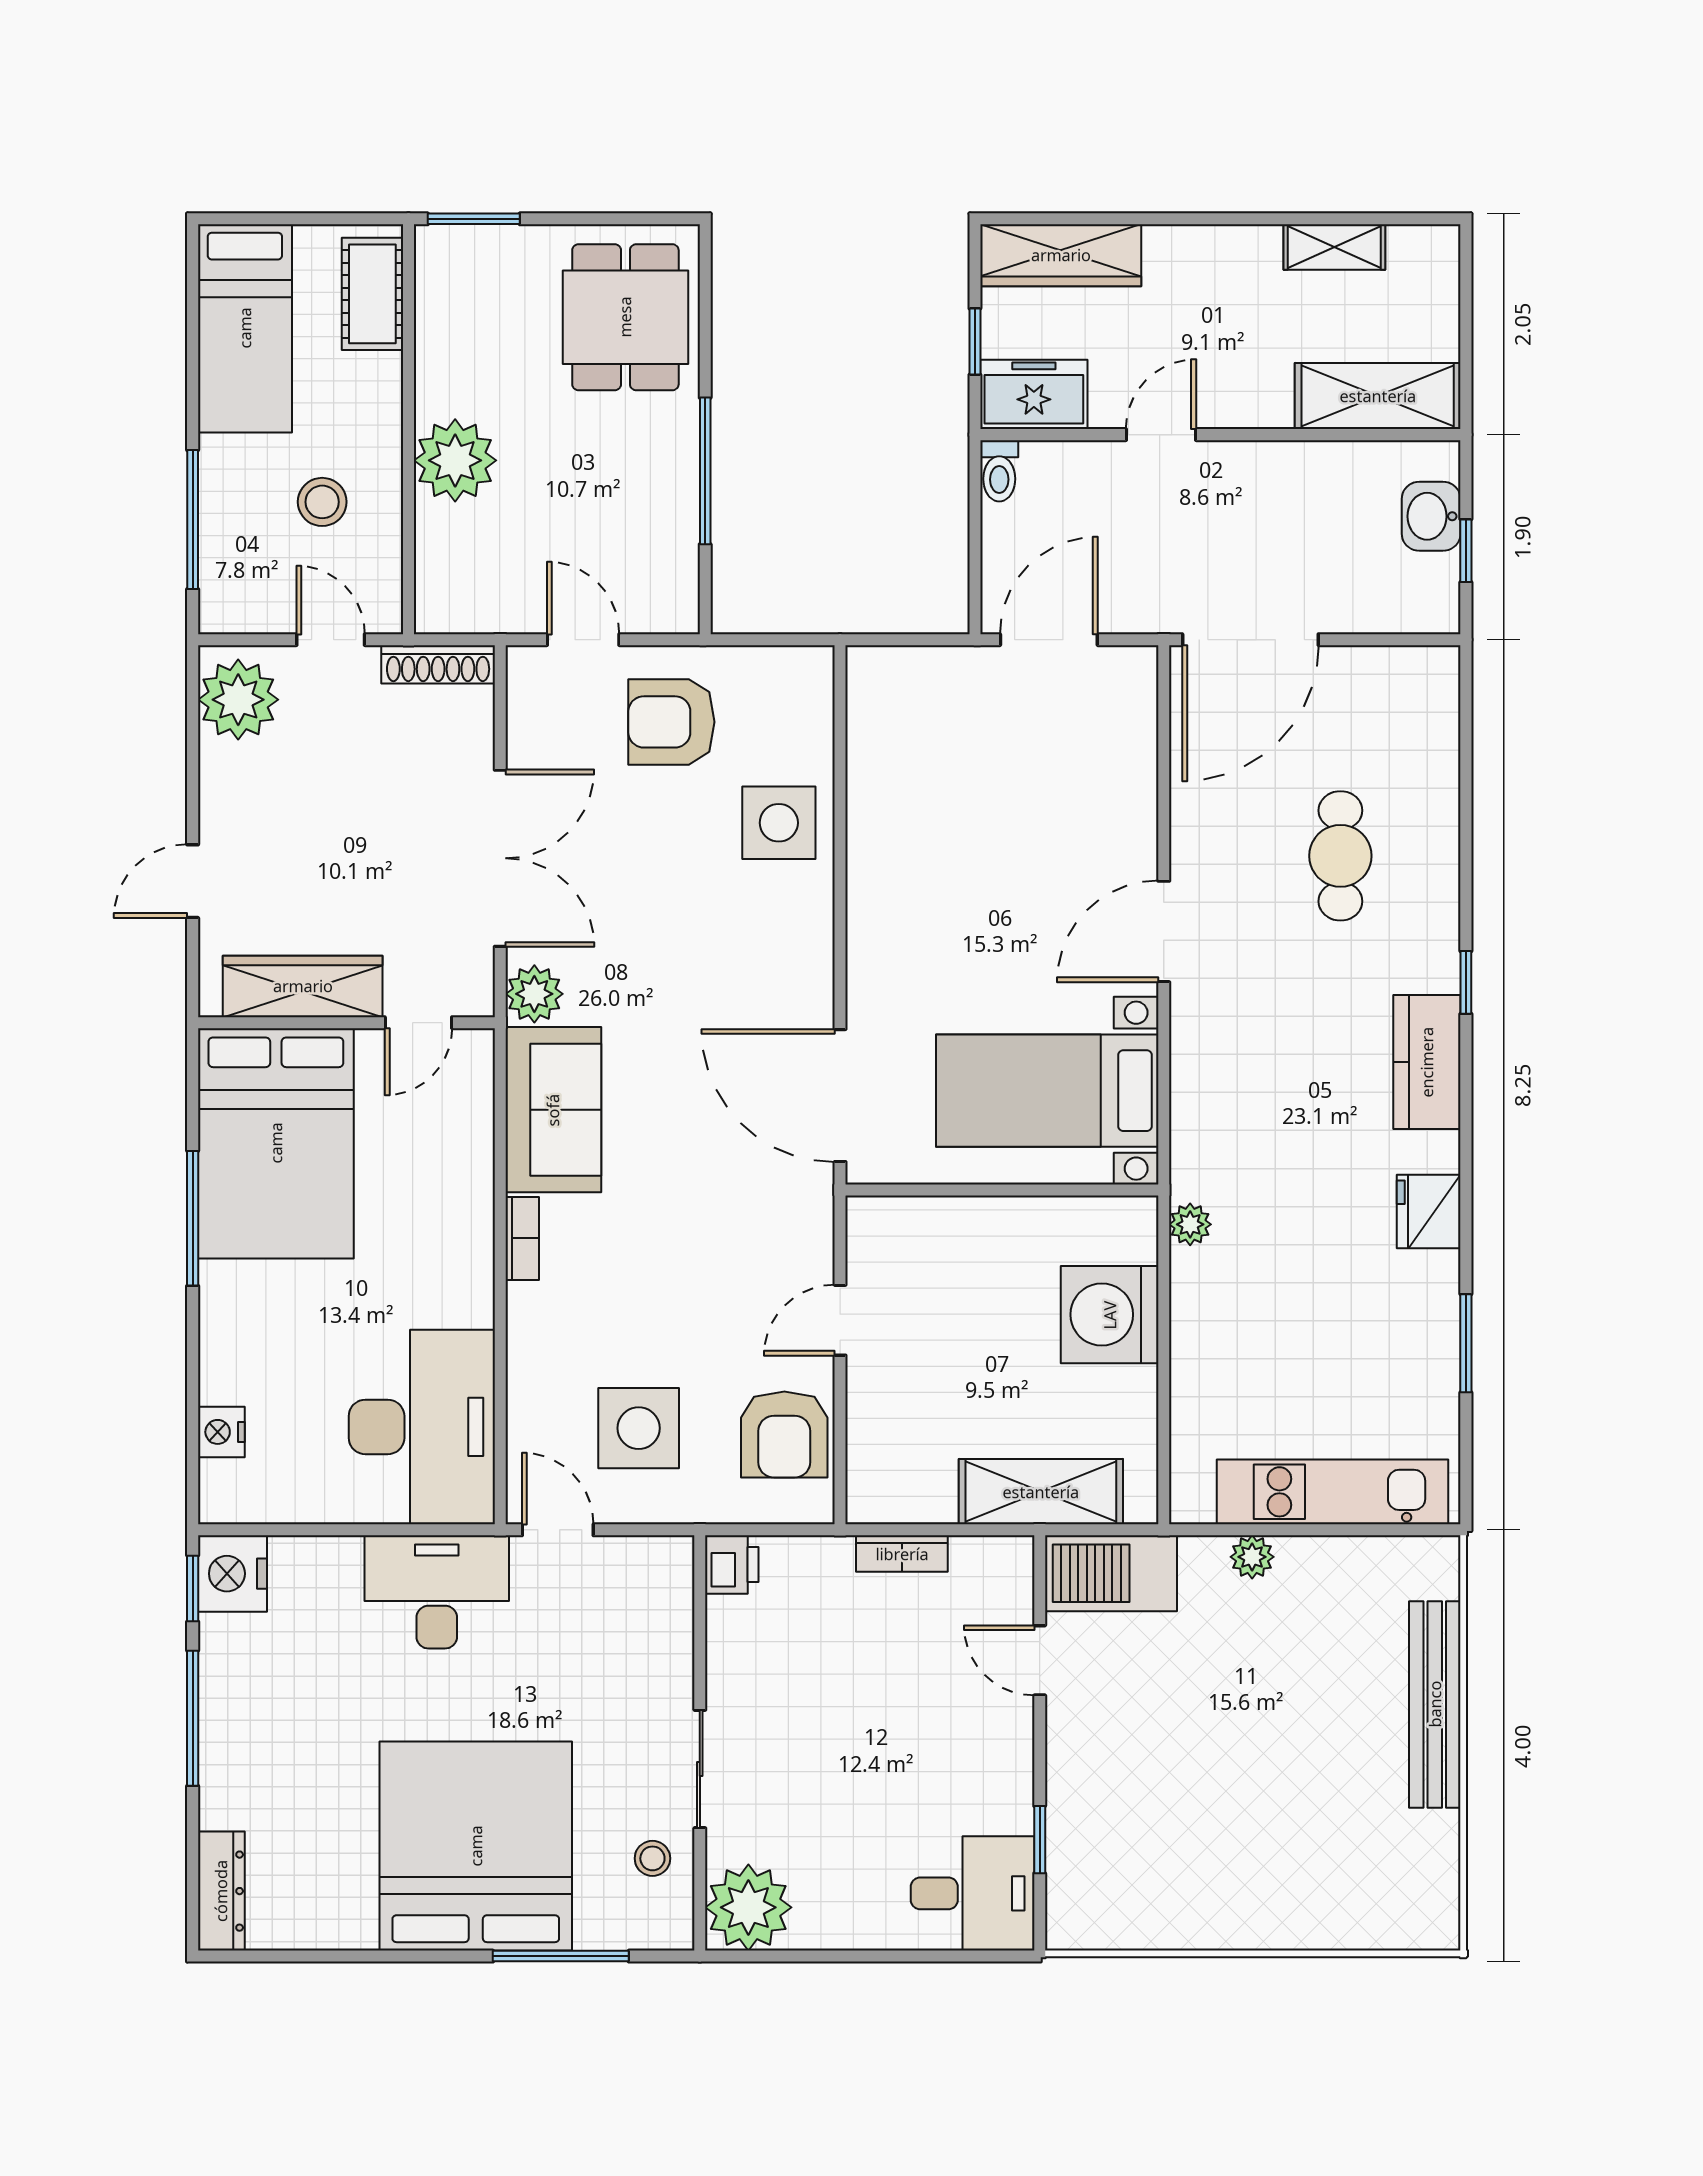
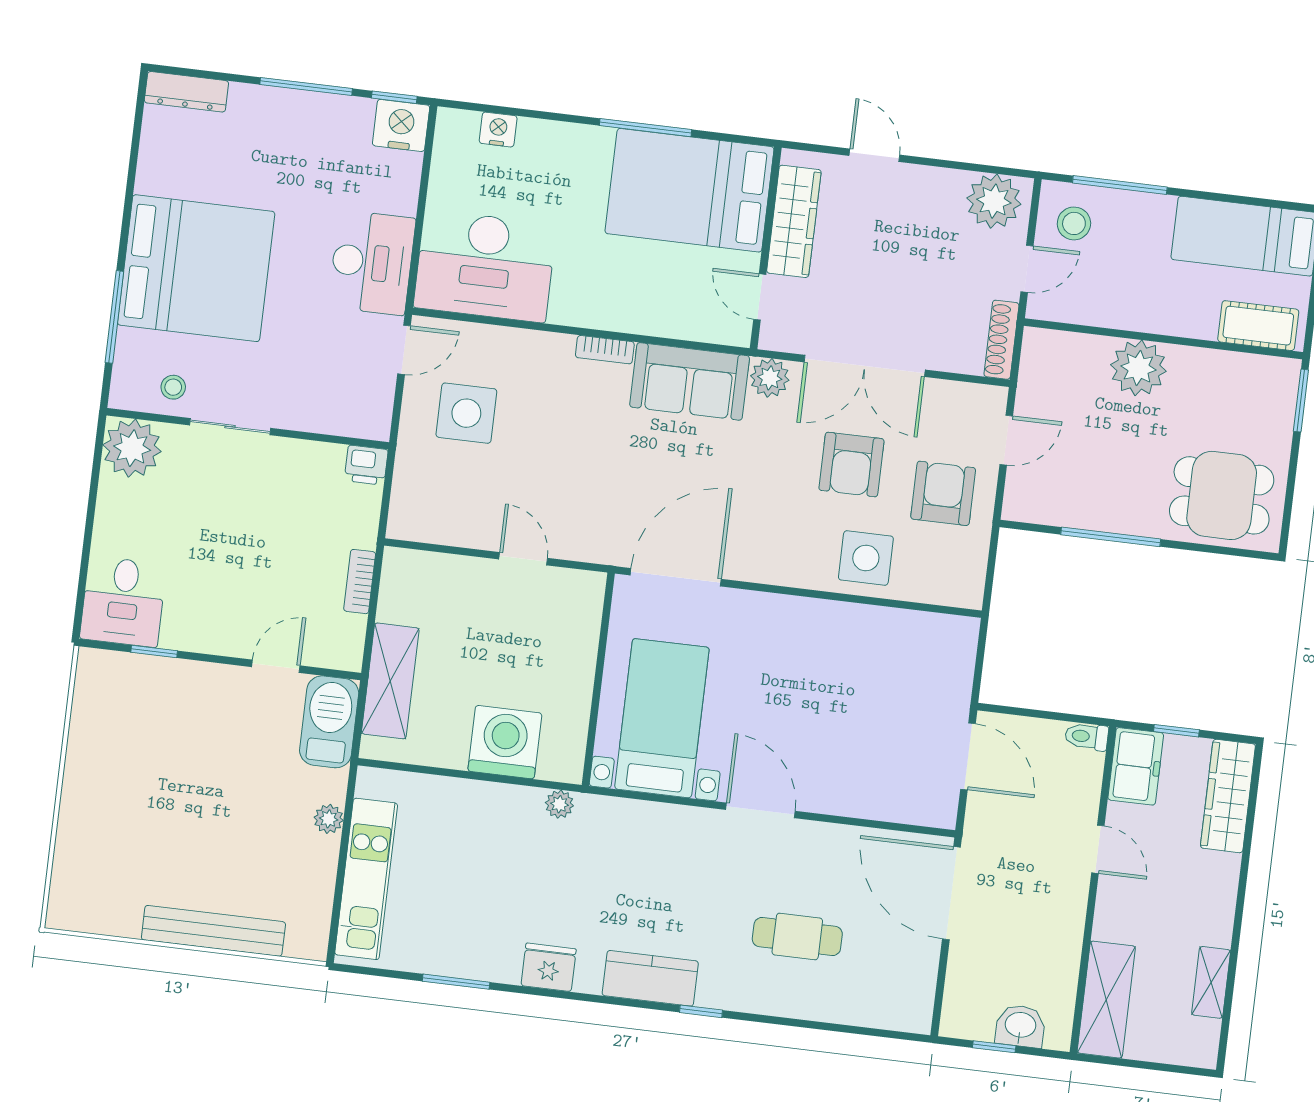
stool: (322, 502) -> (1074, 223), moved
armchair: (784, 1435) -> (851, 465), moved, turned -90

